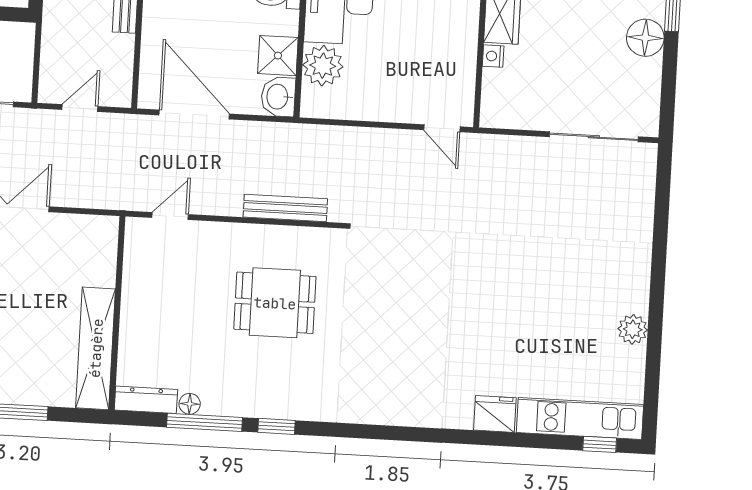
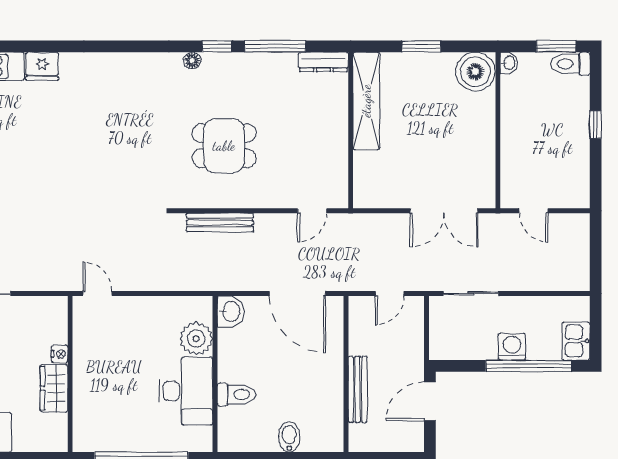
shower: (278, 56) -> (233, 345), removed
floor lamp: (190, 404) -> (192, 61), moved

